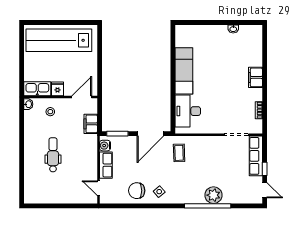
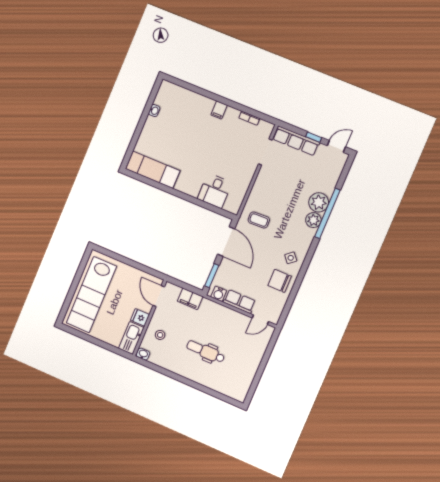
exam couch: (184, 71) -> (153, 170), moved
filing cabinet: (255, 77) -> (219, 110), width x0.50
desk: (188, 111) -> (215, 191), width x0.73
chair: (137, 191) -> (280, 281), turned 90
plant: (197, 197) -> (313, 220), added

